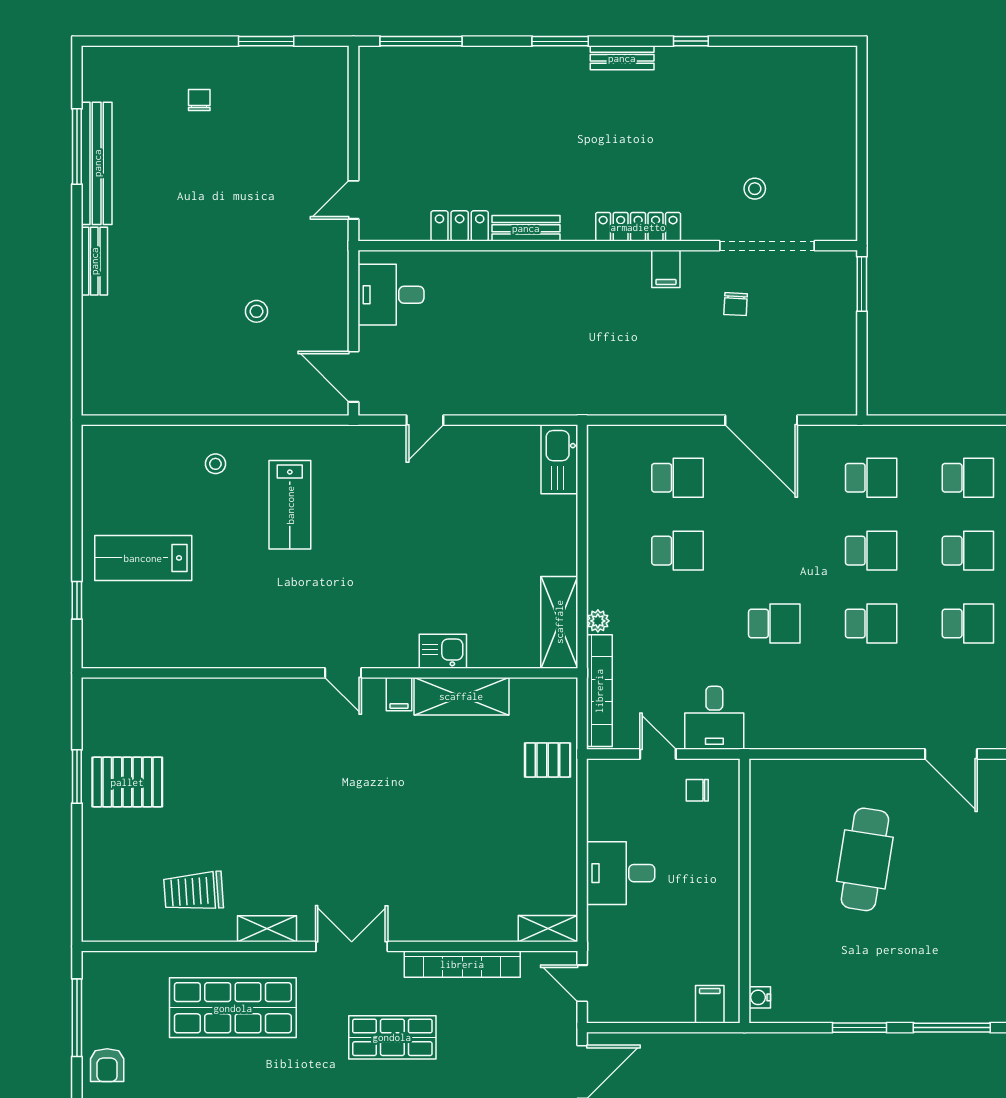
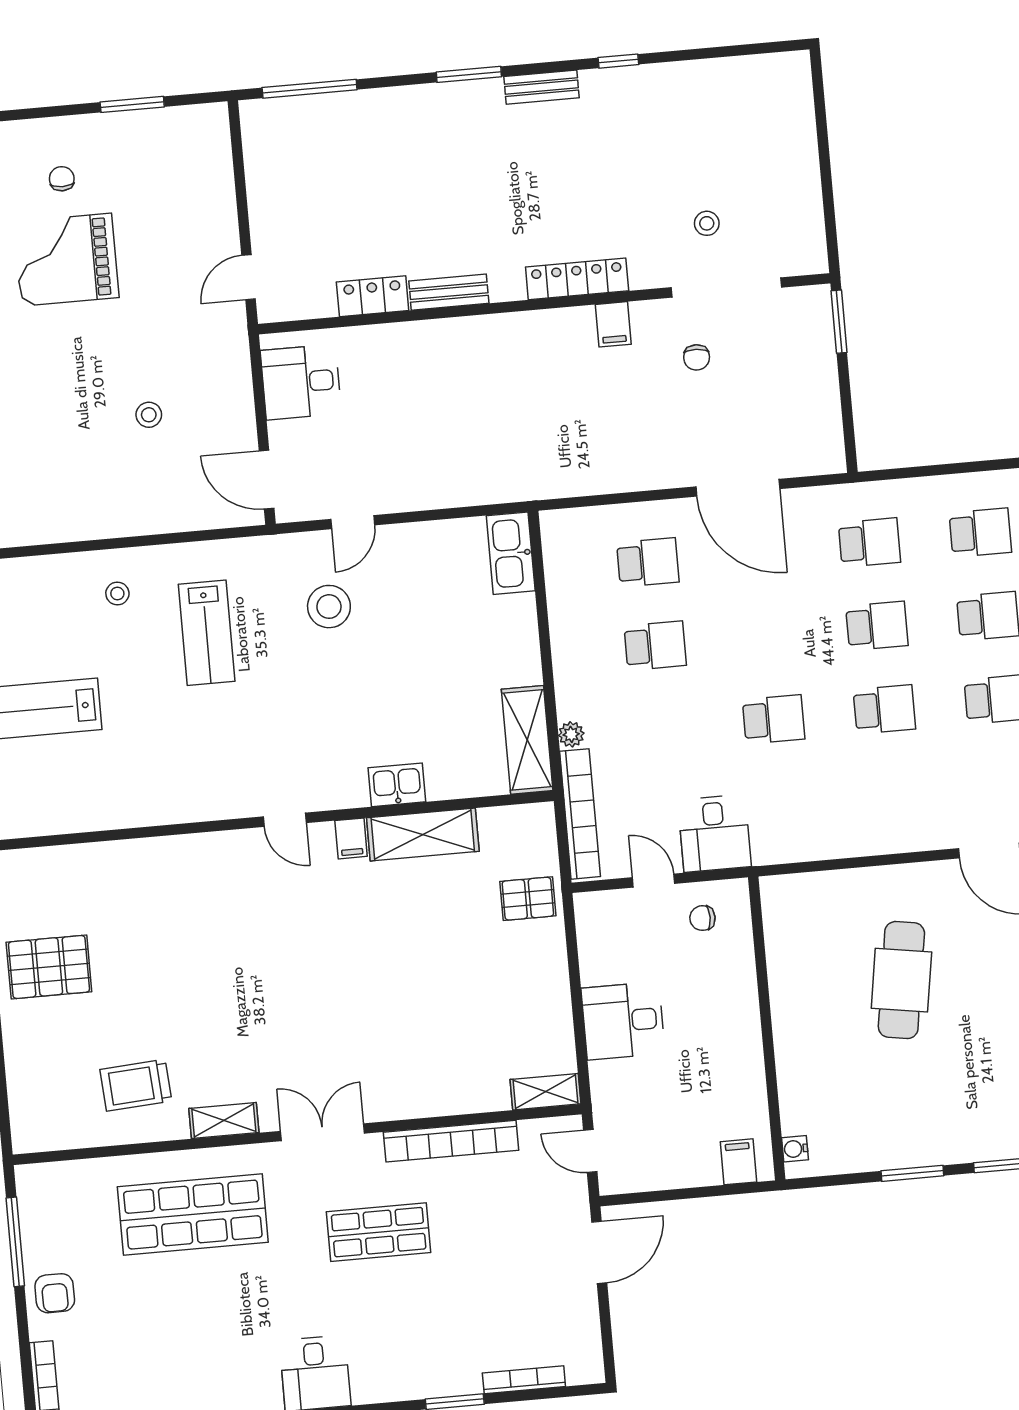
grand piano: (197, 171) -> (66, 260), added
stool: (398, 491) -> (329, 607), added

